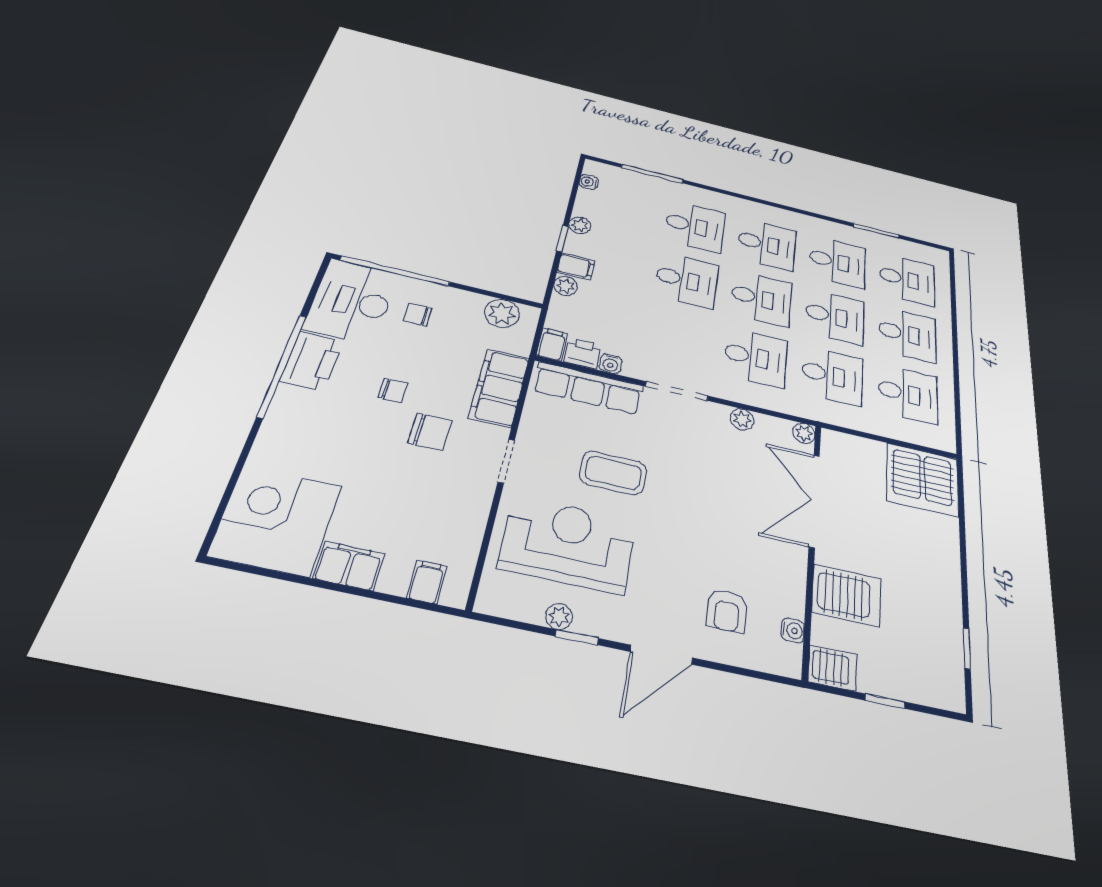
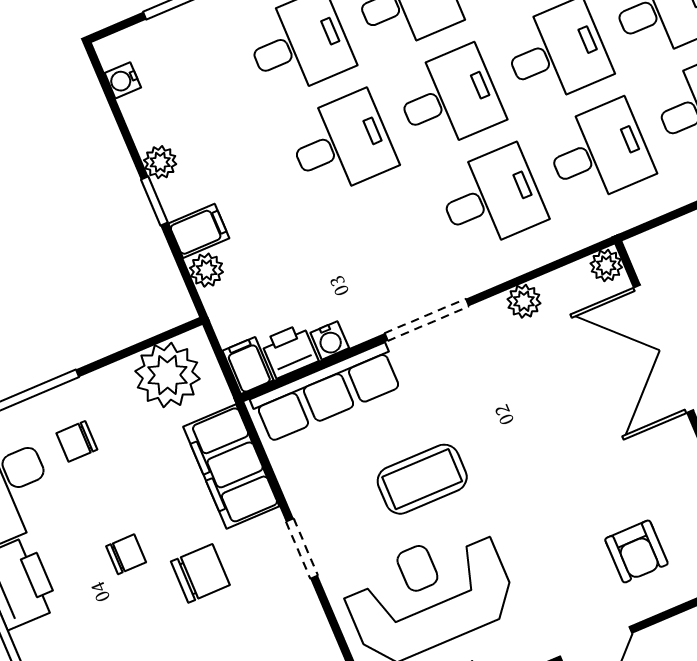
plant: (502, 313) -> (168, 375), width x1.36, depth x1.36

